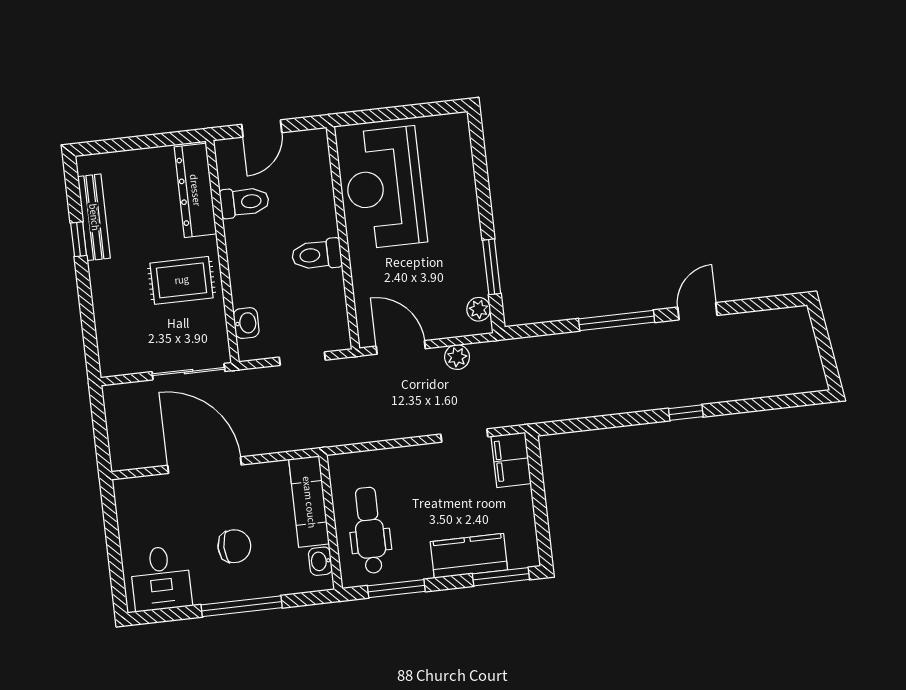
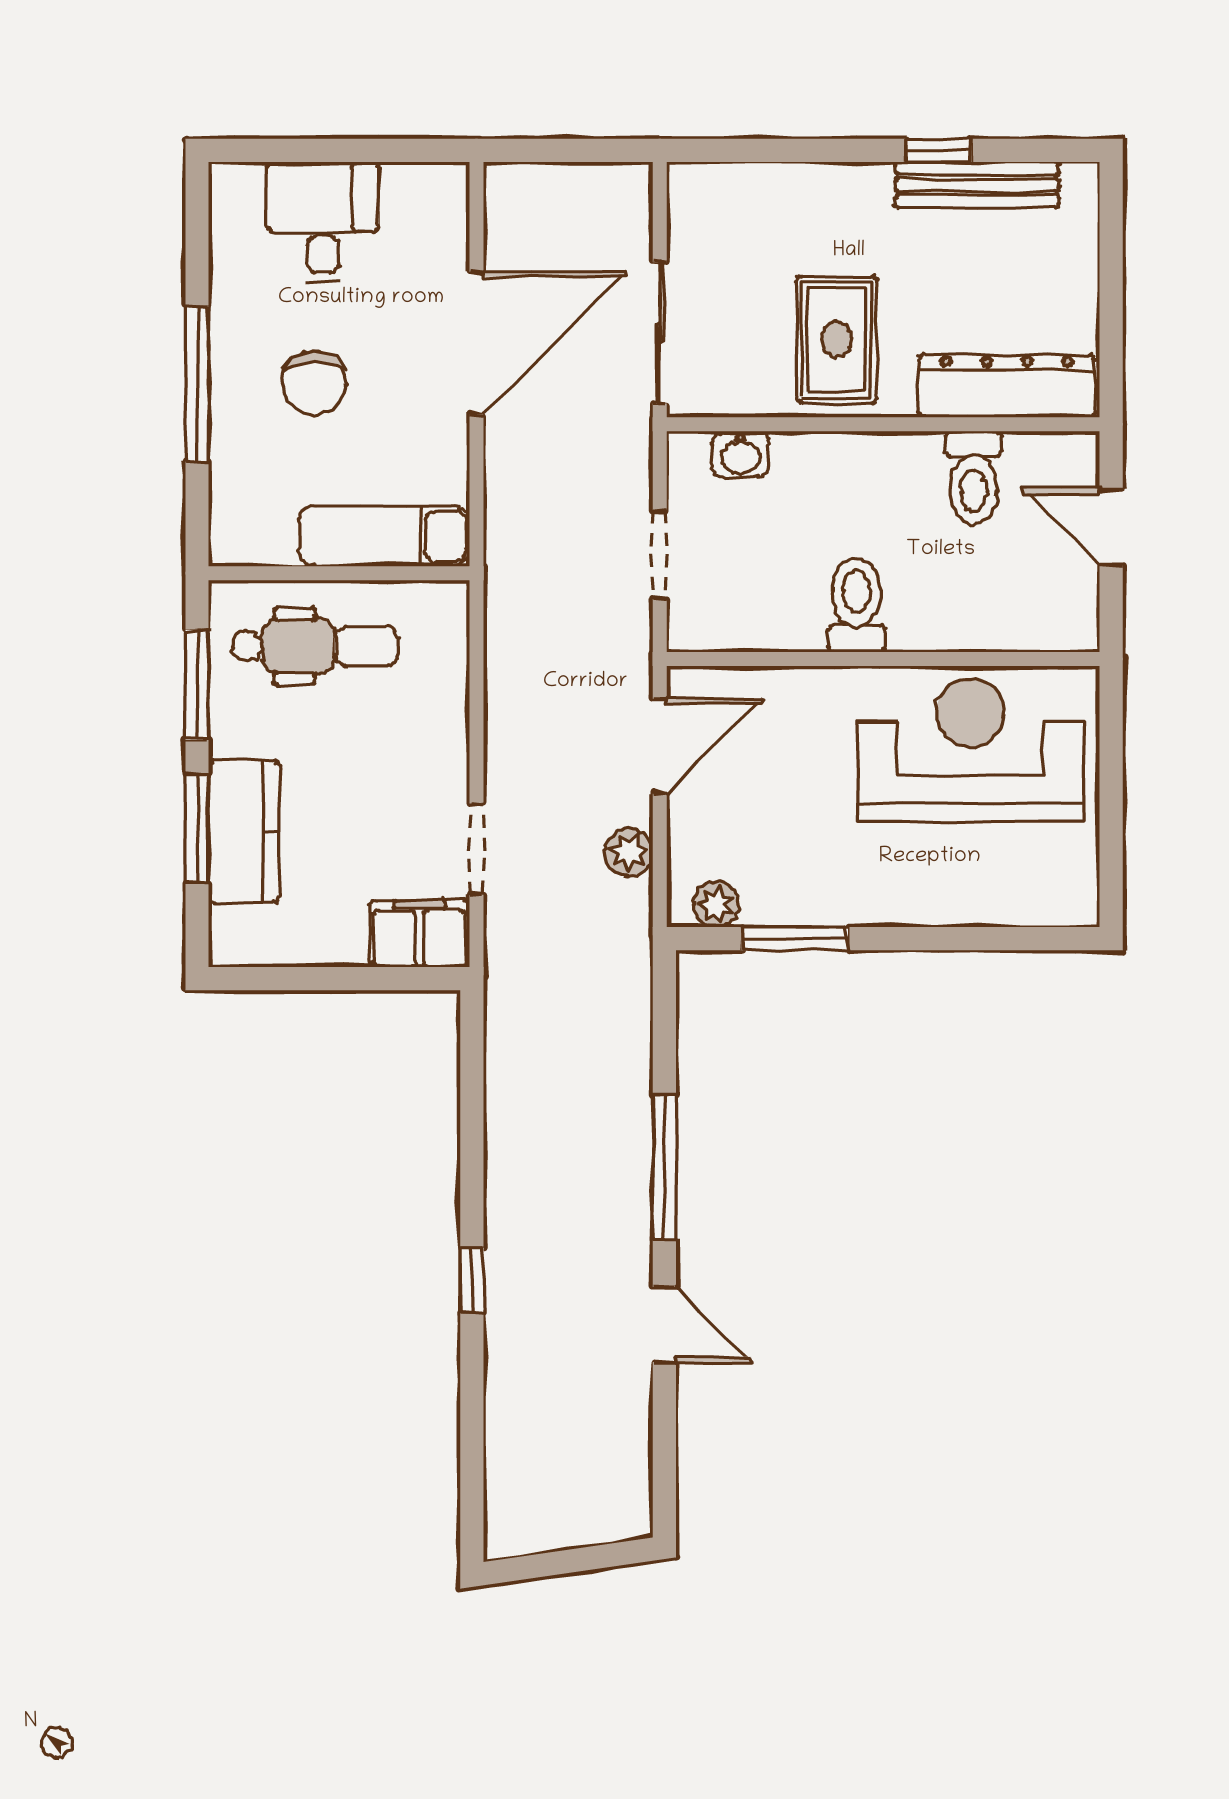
washbasin: (320, 561) -> (266, 545), removed
window: (501, 577) -> (197, 828), moved
desk: (161, 578) -> (323, 222), moved, turned 90

